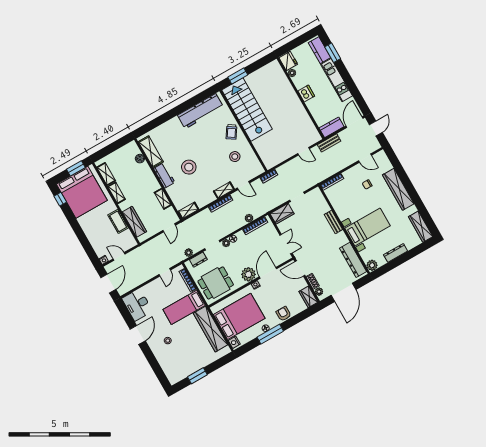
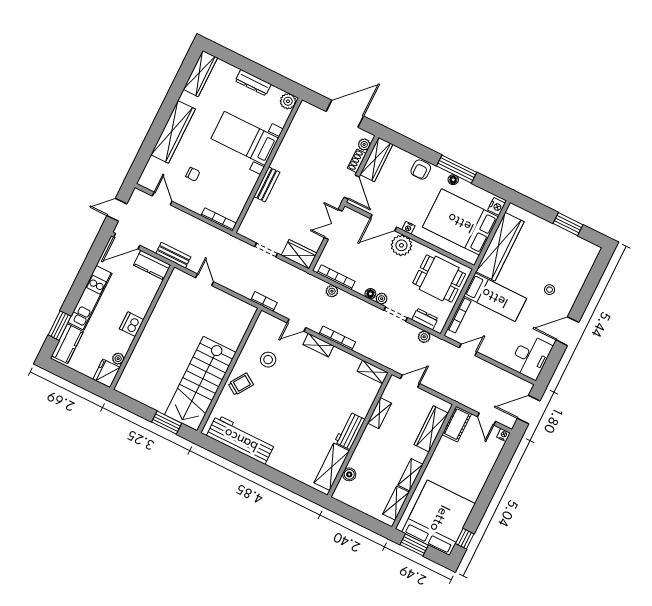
stool: (189, 167) -> (319, 407), removed
door: (243, 186) -> (297, 325), swing flipped
cot: (118, 221) -> (457, 424), moved
dresser: (353, 260) -> (297, 129), removed
wardrobe: (308, 297) -> (376, 159), width x1.50

